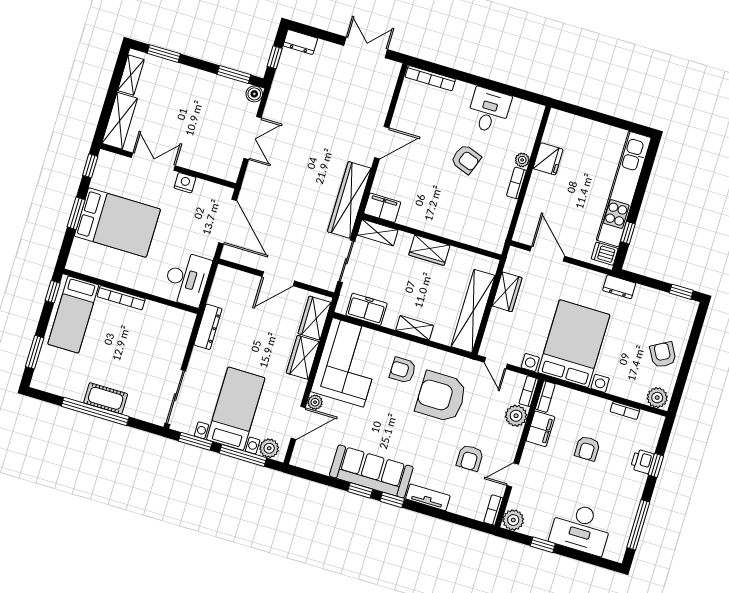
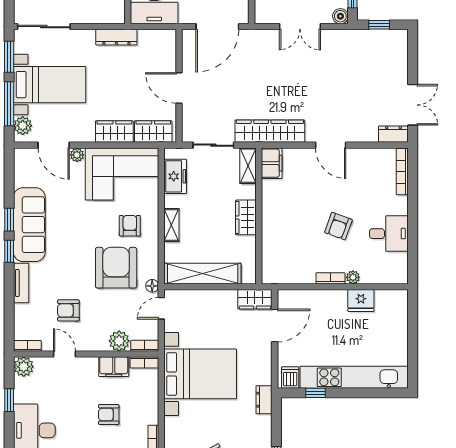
dresser: (300, 42) -> (393, 134), moved, turned 90
wardrobe: (507, 292) -> (255, 299), moved
floor lamp: (470, 366) -> (152, 286), added

